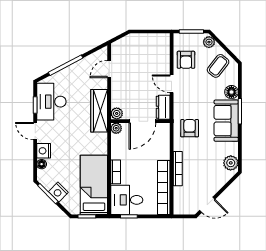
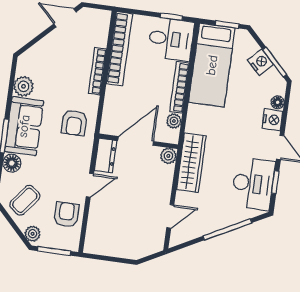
door: (172, 84) -> (90, 185), hinge flipped
plant: (116, 128) -> (174, 121), moved
plant: (231, 163) -> (24, 86), moved
bookcase: (116, 172) -> (179, 87), width x1.56

